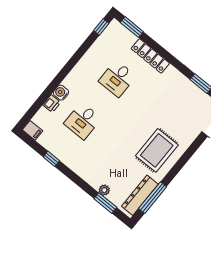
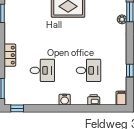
locker: (150, 56) -> (10, 55), width x0.66
water cooler: (61, 93) -> (65, 100), moved

